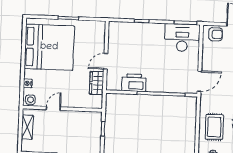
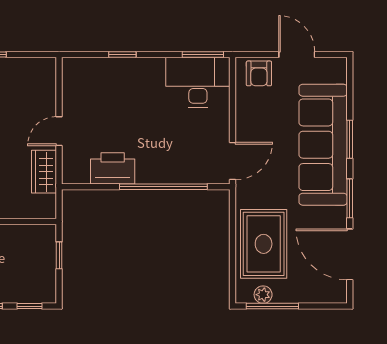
armchair: (216, 34) -> (259, 73), turned 90
rug: (214, 127) -> (264, 244), width x1.36, depth x1.43

